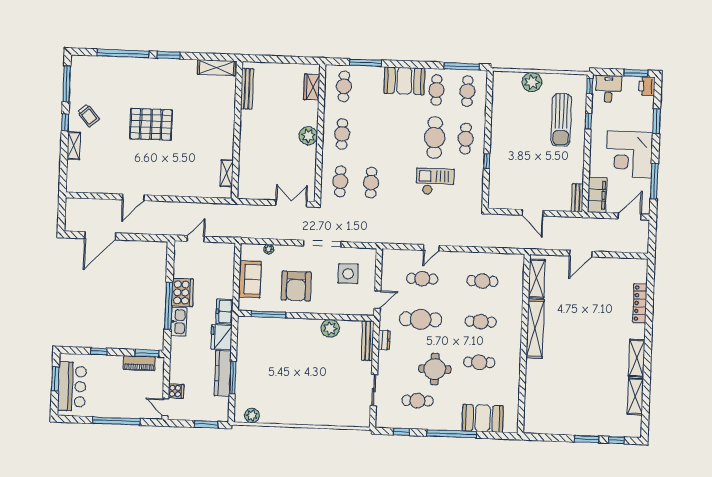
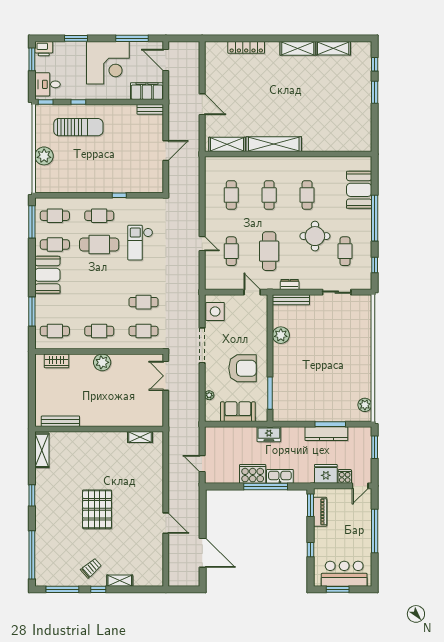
window: (123, 53) -> (32, 555), moved
side table: (348, 274) -> (215, 311), moved
fridge: (221, 337) -> (326, 474), moved, turned 180

